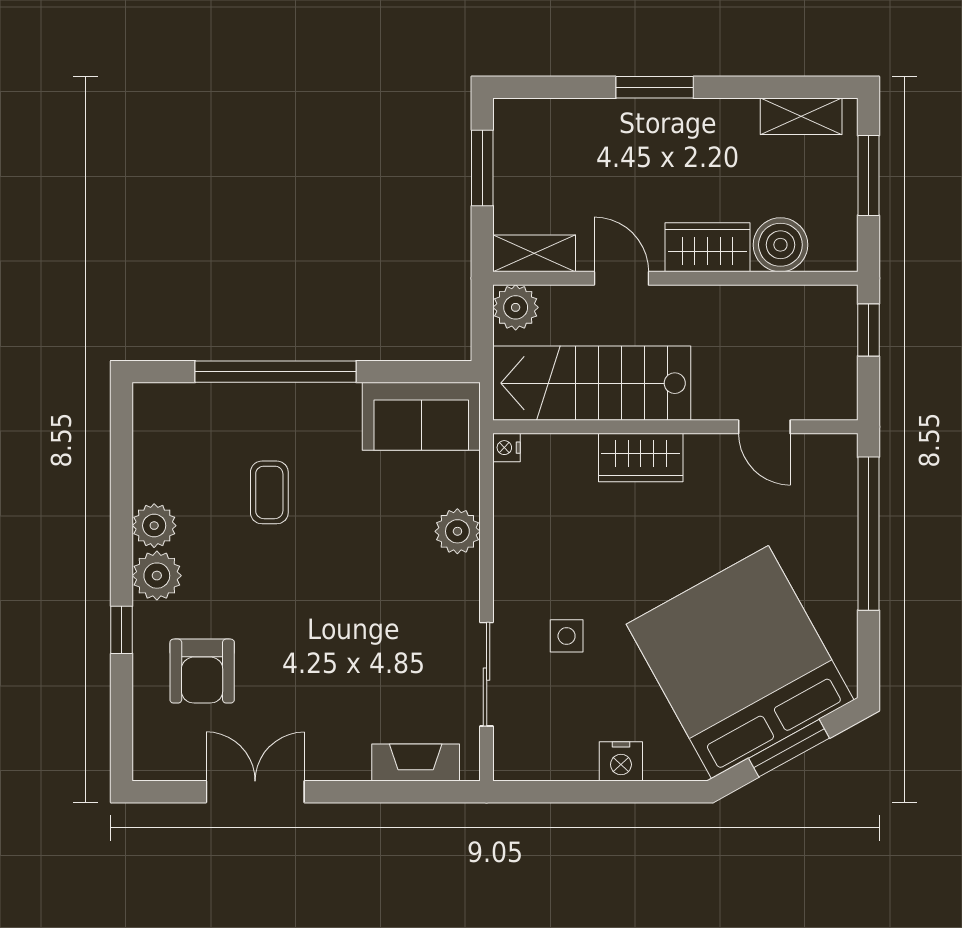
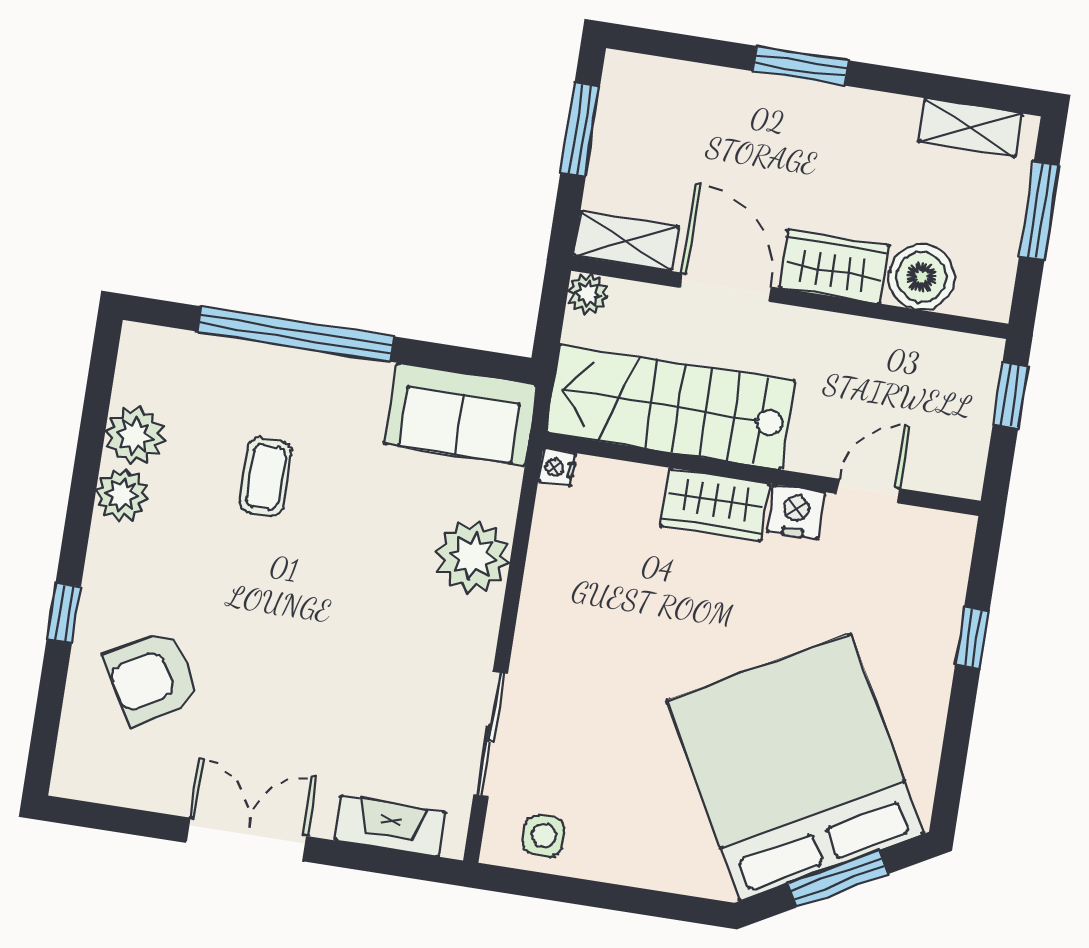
door: (621, 278) -> (726, 287), width x1.38
plant: (516, 307) -> (588, 294), width x0.73, depth x0.73
door: (764, 427) -> (868, 491), swing flipped
plant: (457, 531) -> (473, 557), width x1.36, depth x1.36
window: (868, 534) -> (972, 638), width x0.32
plant: (157, 576) -> (135, 436), moved
side table: (567, 636) -> (544, 836), moved
armchair: (202, 671) -> (152, 677), turned 60
nightstand: (621, 761) -> (796, 512), moved, turned 180
double door: (255, 792) -> (247, 840), moved

